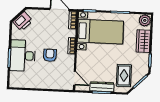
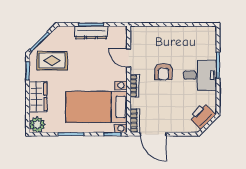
desk: (23, 56) -> (200, 75), width x0.73
rug: (124, 76) -> (52, 61), moved, turned 90
door: (75, 78) -> (129, 58), moved

